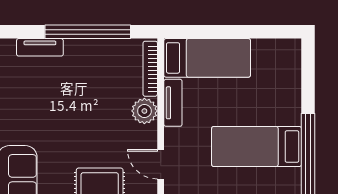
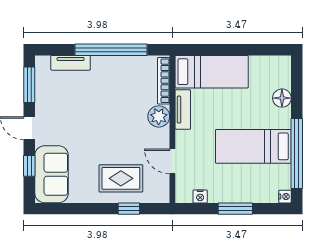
floor lamp: (290, 89) -> (282, 98), added

